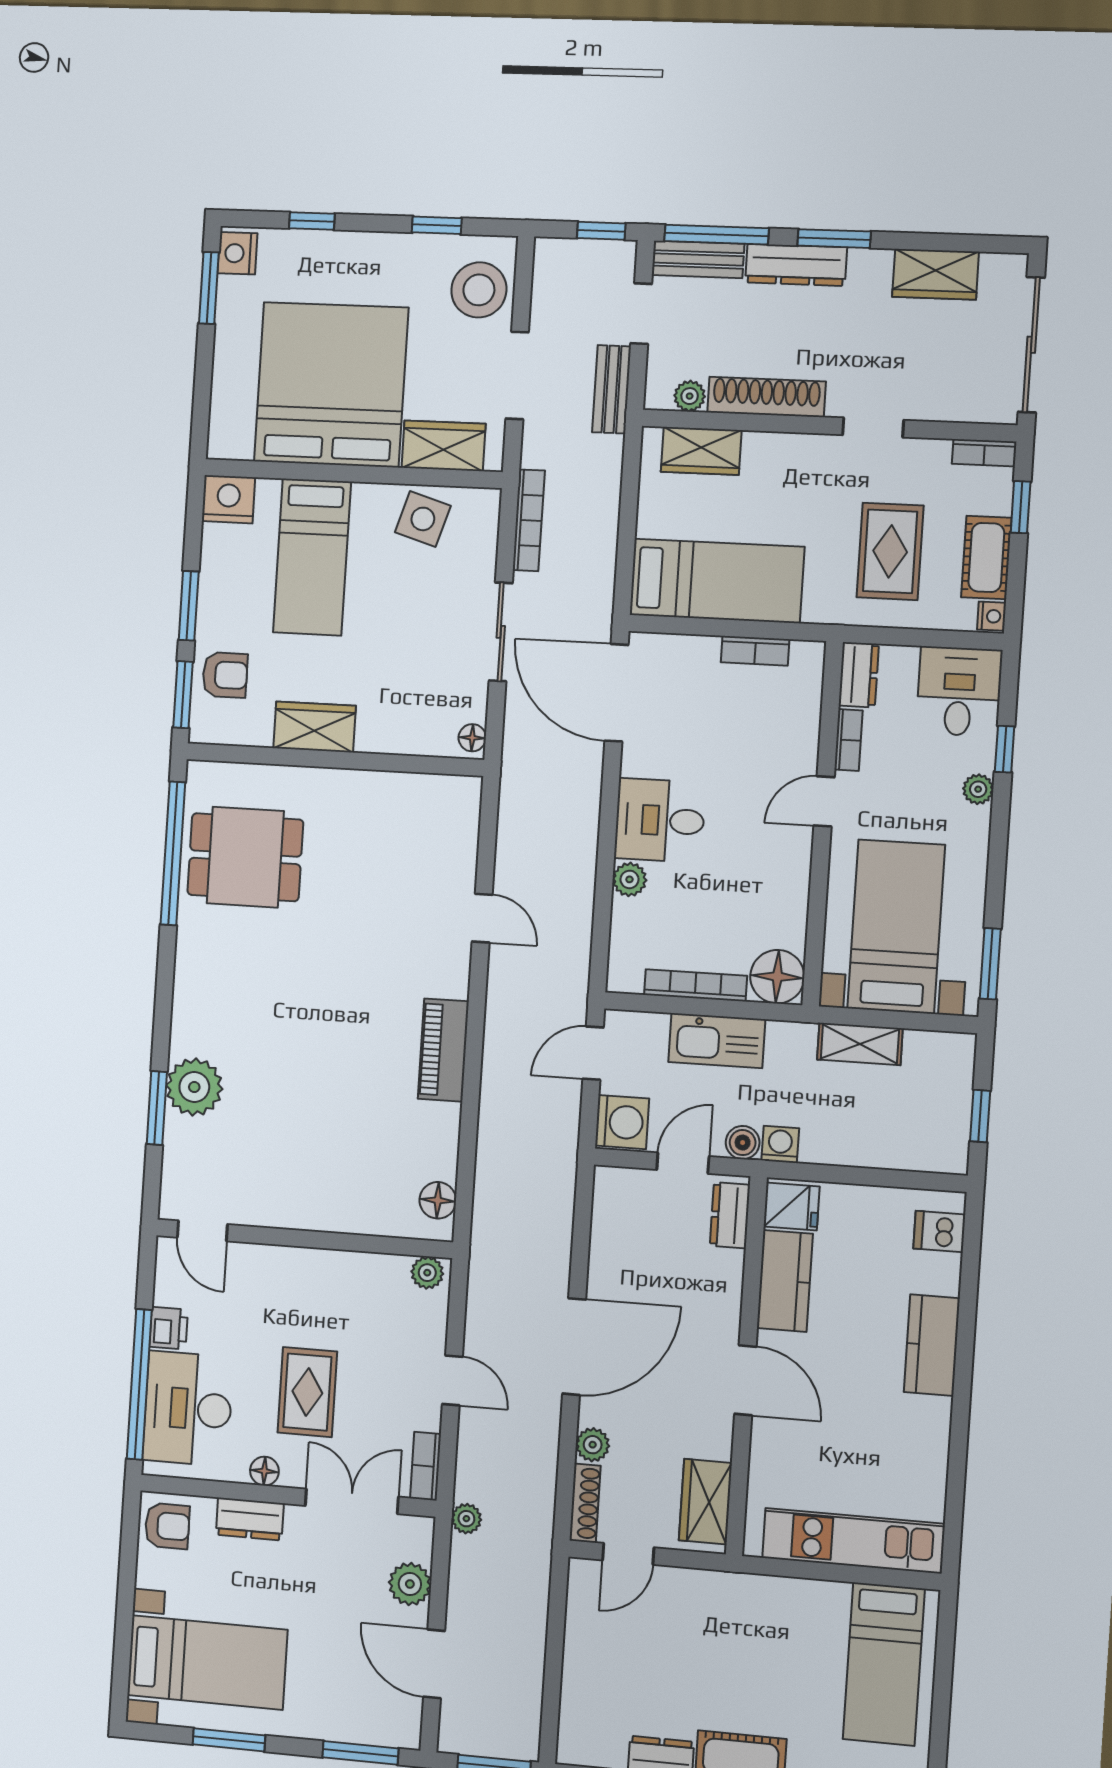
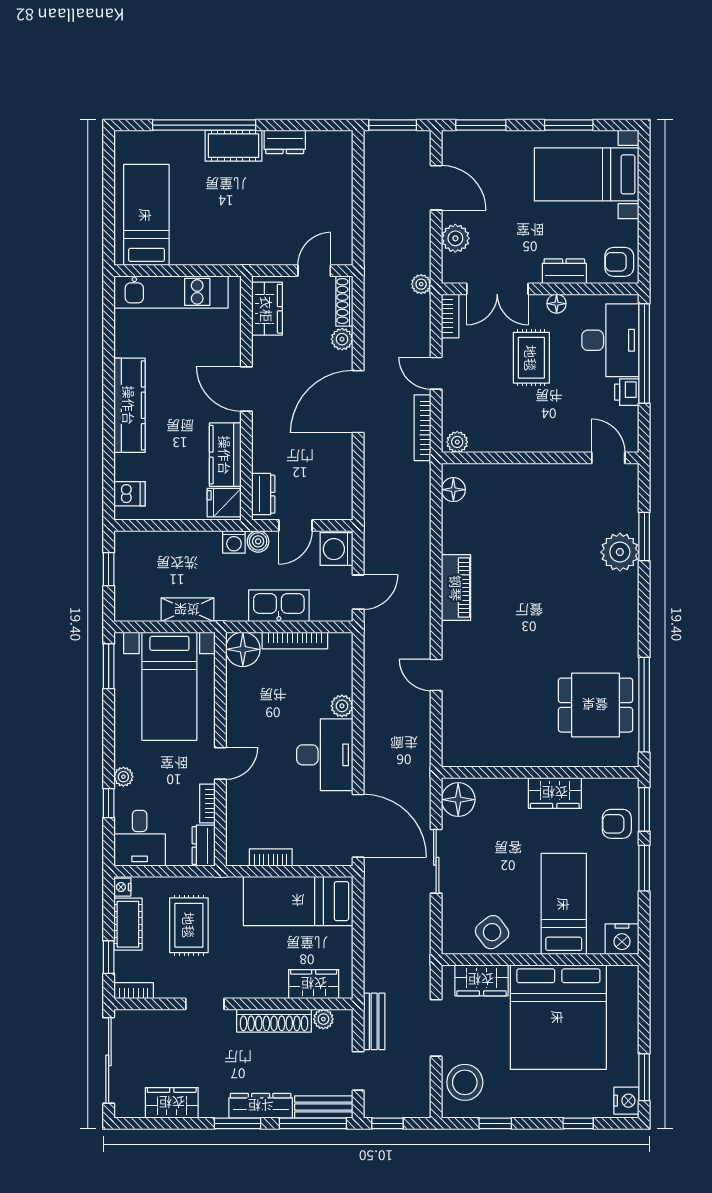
side table: (423, 519) -> (492, 932), turned 36
bookcase: (529, 520) -> (423, 428), moved
floor lamp: (472, 738) -> (458, 800), width x1.89, depth x1.89
desk: (660, 820) -> (325, 755), width x1.37
kitchen counter: (932, 1345) -> (129, 405), width x1.50

